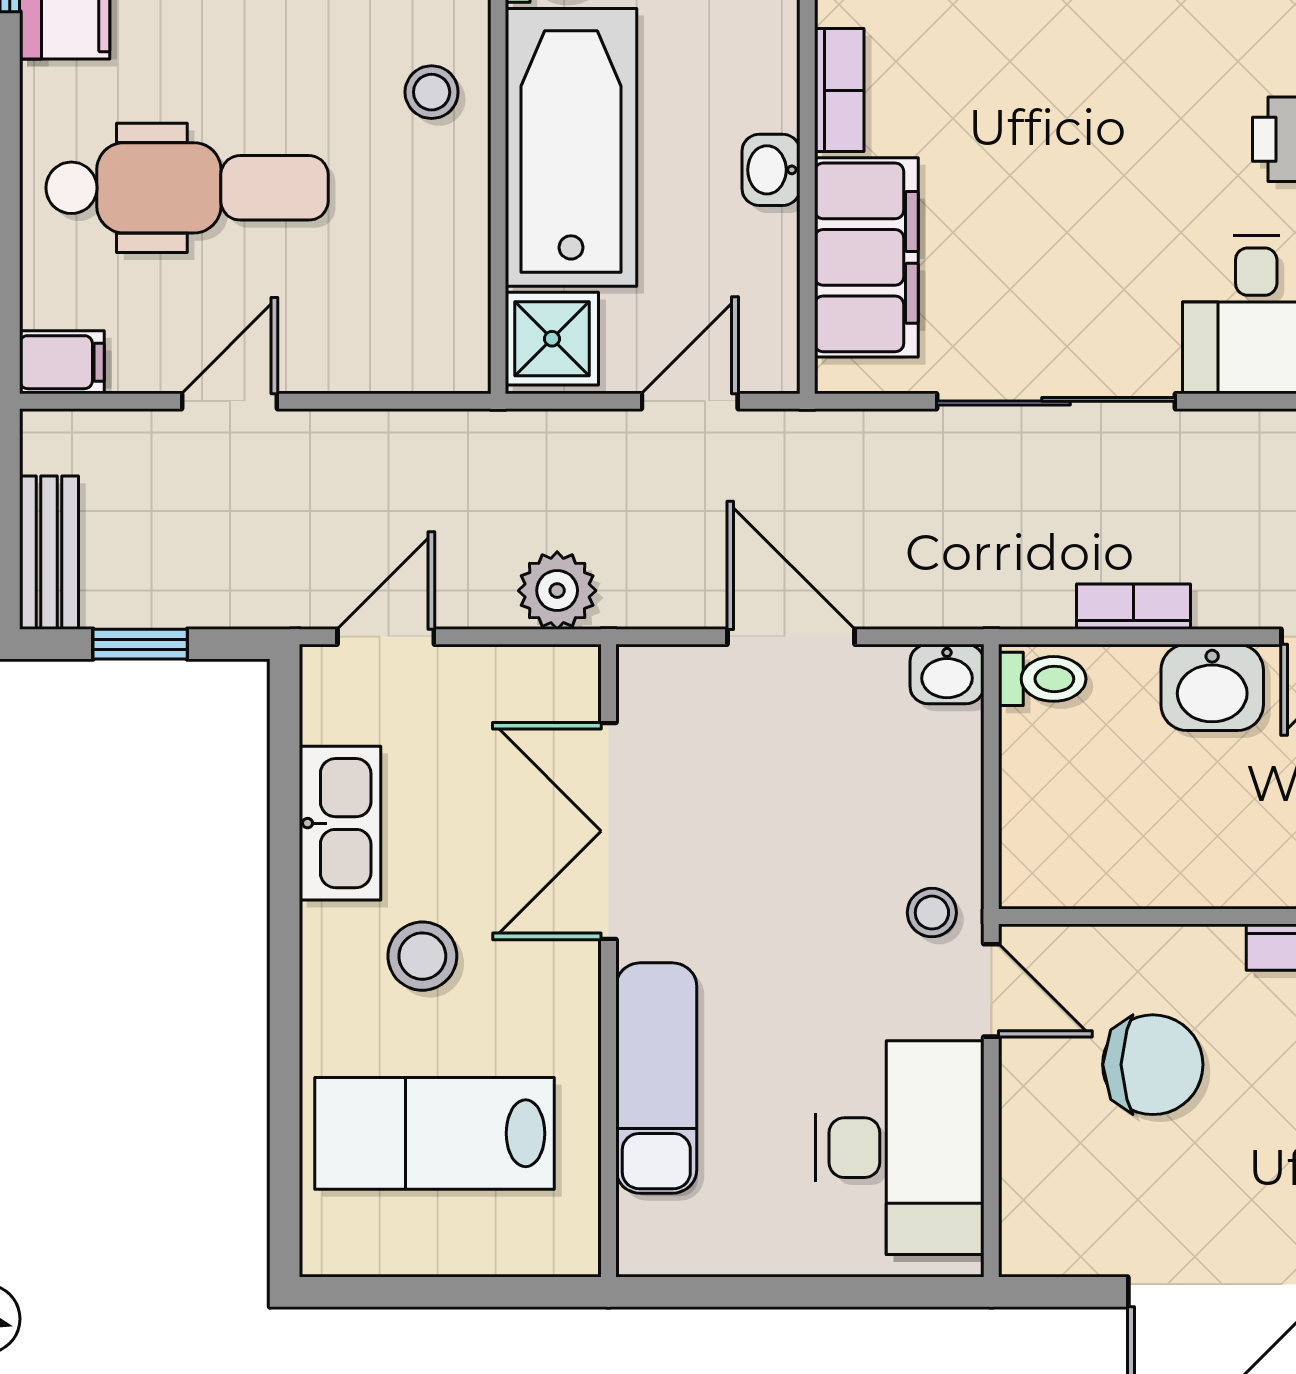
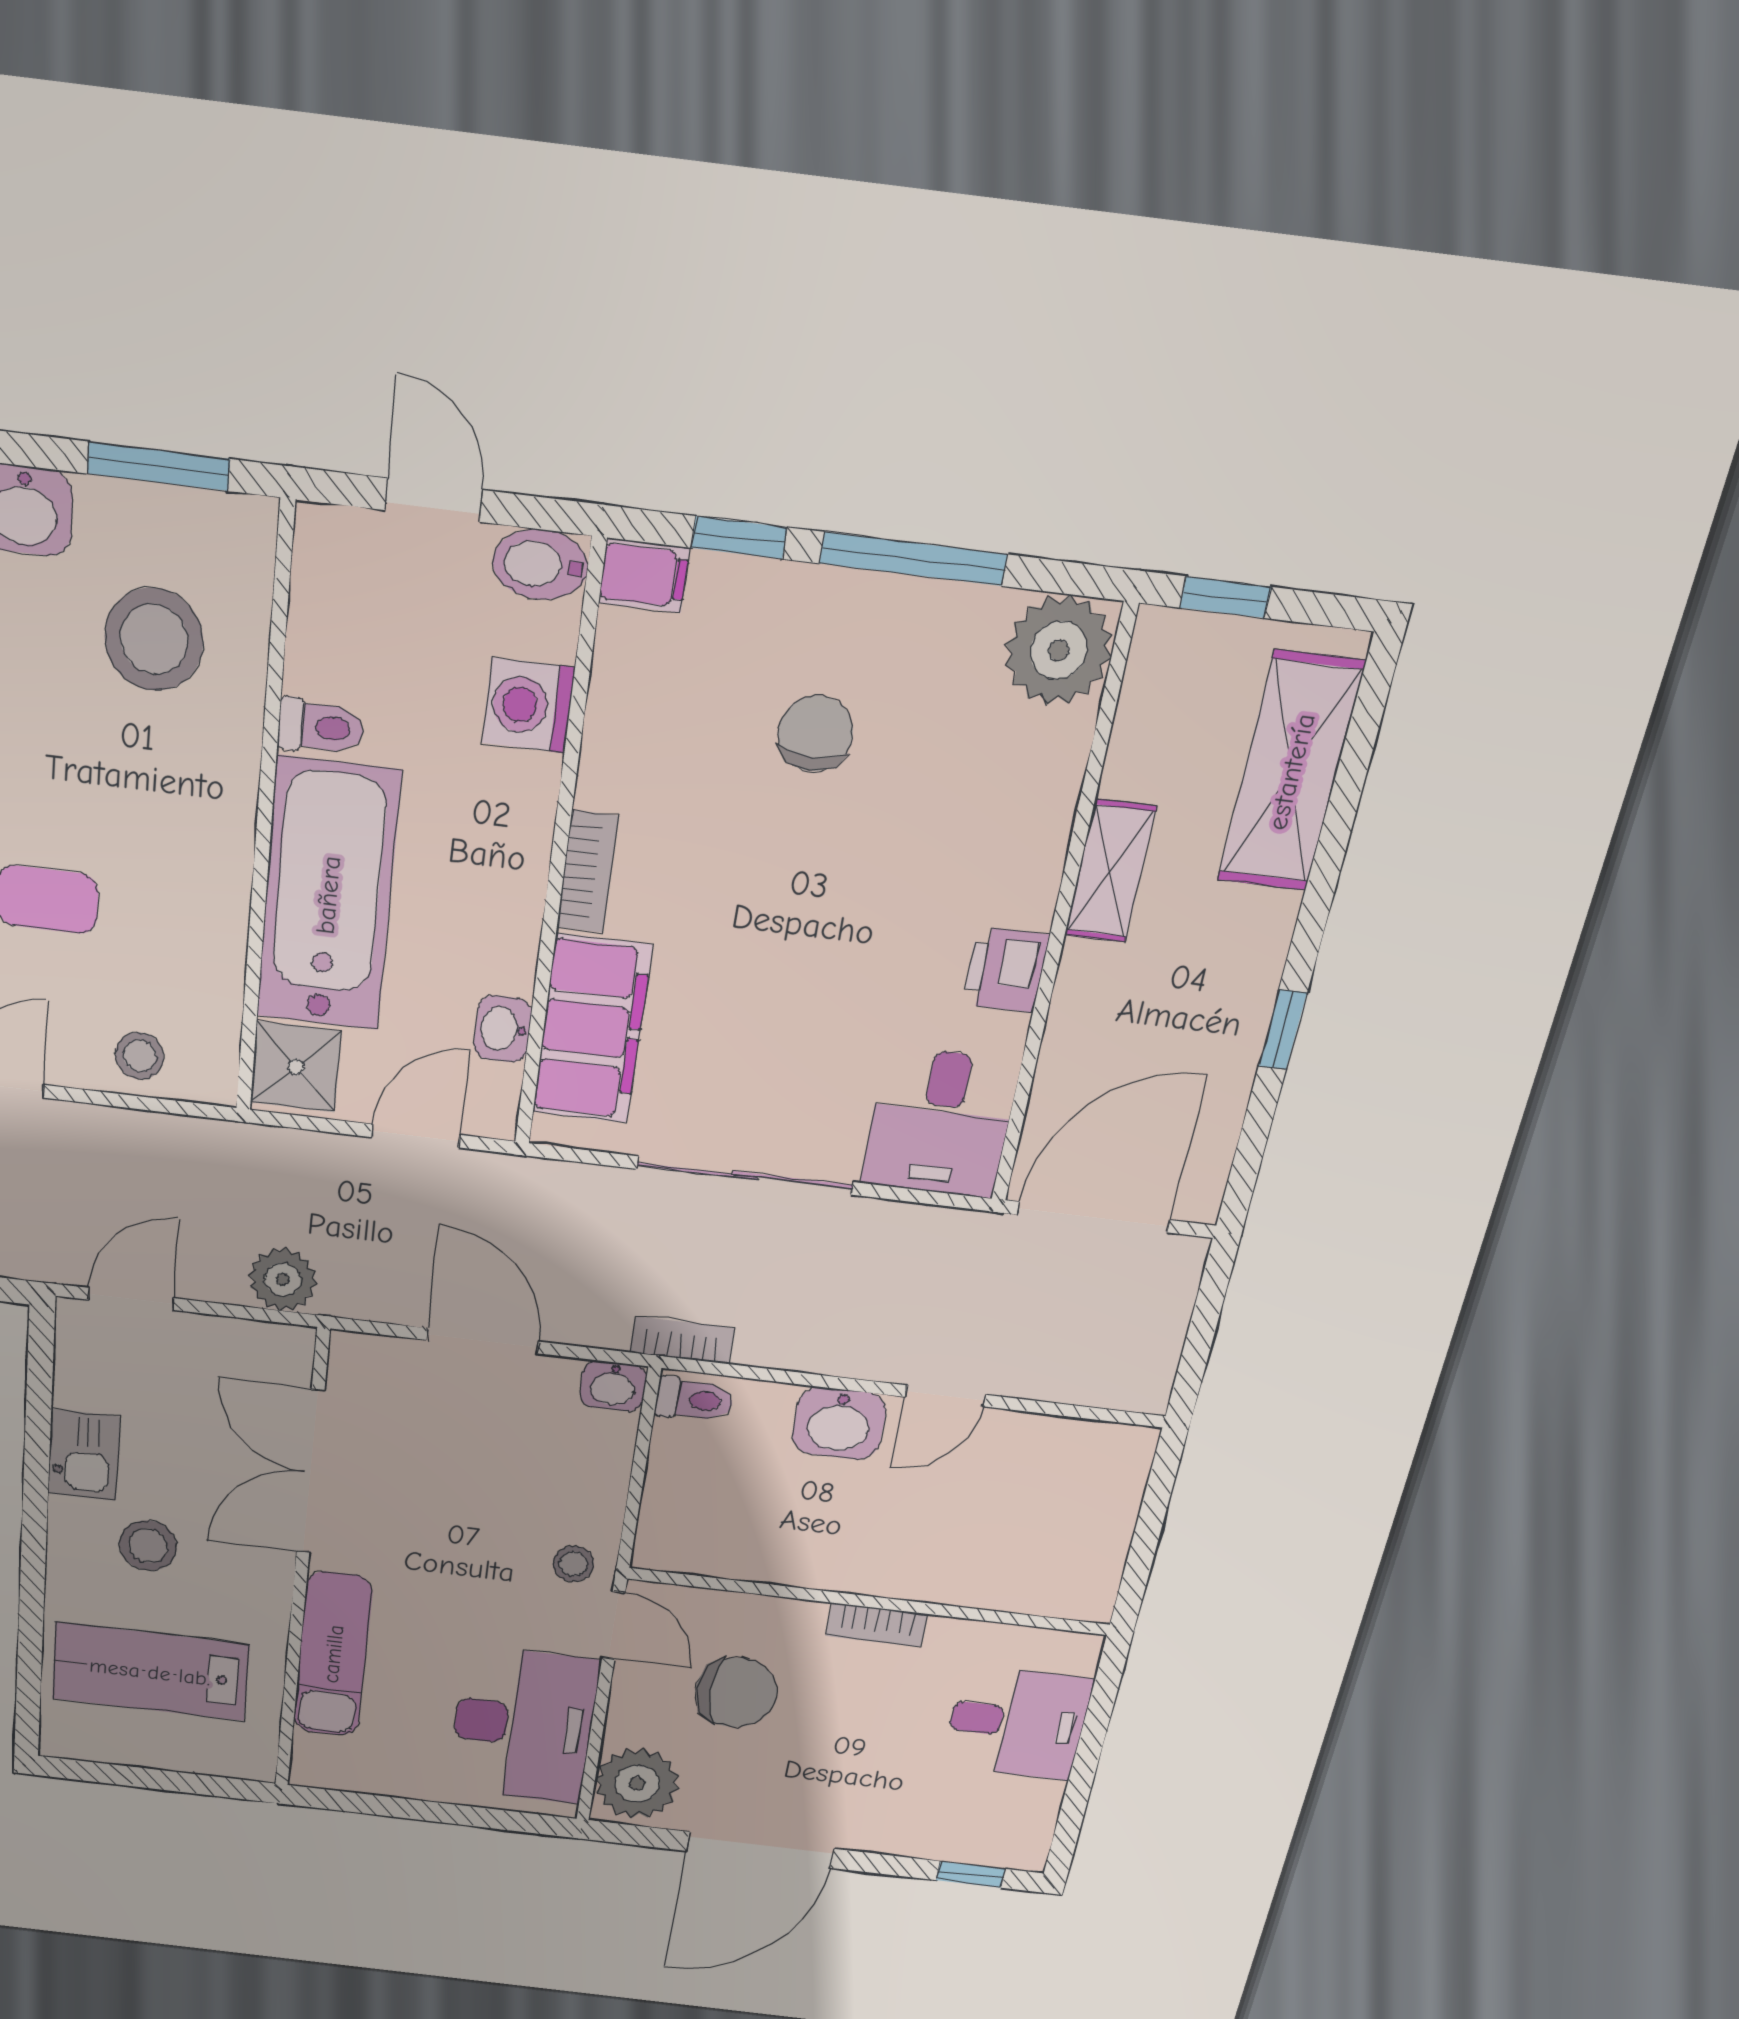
stool: (432, 92) -> (140, 1056), moved
washbasin: (771, 170) -> (503, 1029), moved
bookcase: (1133, 607) -> (682, 1340), moved
kitchen sink: (340, 823) -> (84, 1455), width x0.73
plant: (1052, 1214) -> (637, 1784), added

